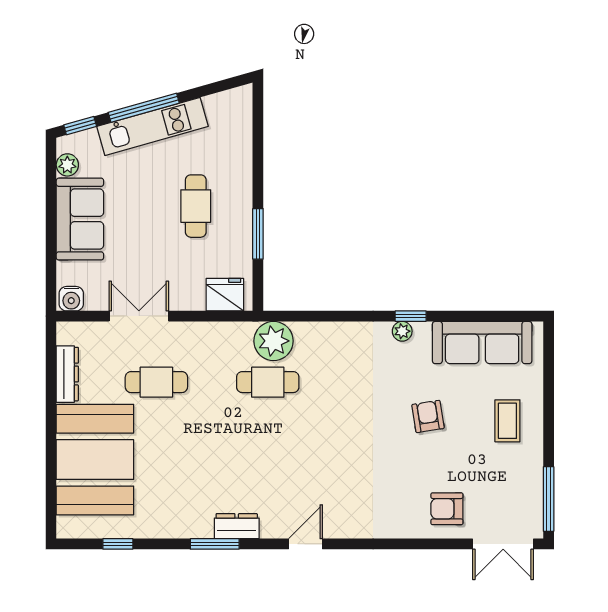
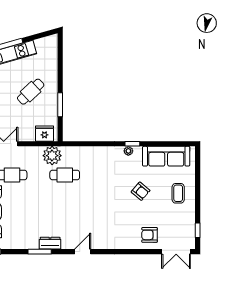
cafe table: (196, 206) -> (31, 92), turned 47
plant: (274, 341) -> (52, 156), moved
armchair: (428, 416) -> (141, 191), turned 139
window: (549, 499) -> (198, 230), width x0.46

